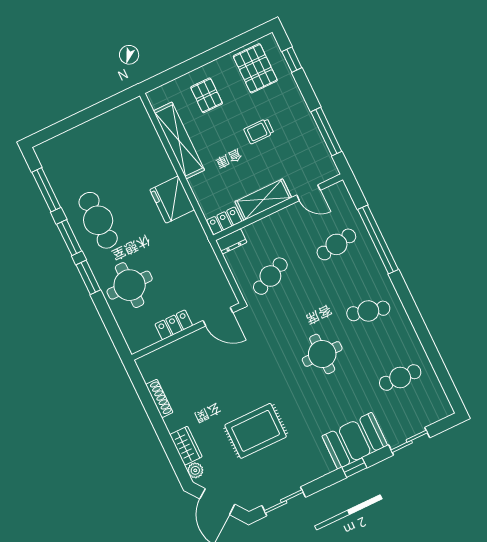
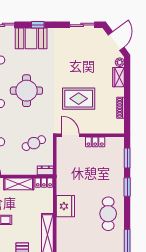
window: (69, 238) -> (127, 158), moved
round table: (130, 285) -> (108, 173), removed
round table: (322, 354) -> (26, 91), width x1.36, depth x1.36
rug: (256, 431) -> (79, 99), moved

